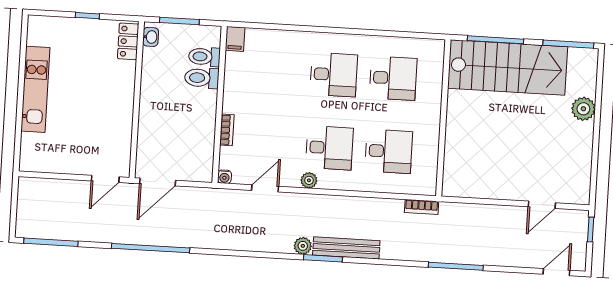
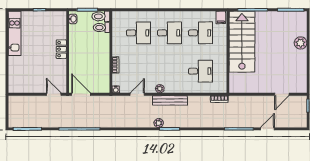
filing cabinet: (235, 39) -> (221, 17), moved
locker: (128, 41) -> (61, 49), moved
stairs: (508, 68) -> (242, 42), moved, turned -90
toilet: (202, 78) -> (101, 16), moved
kitchen unit: (35, 89) -> (15, 33), moved
desk: (329, 148) -> (138, 33), moved
door: (105, 179) -> (54, 94), swing flipped
door: (158, 182) -> (81, 94), swing flipped
bench: (346, 248) -> (170, 100), moved
door: (556, 272) -> (267, 129), moved

